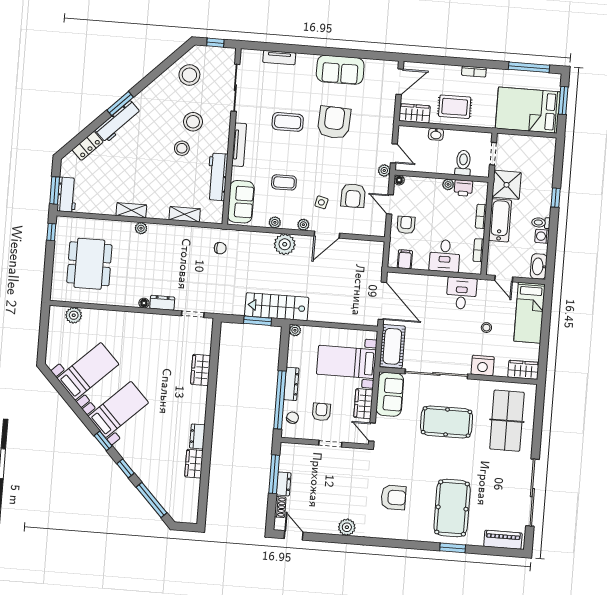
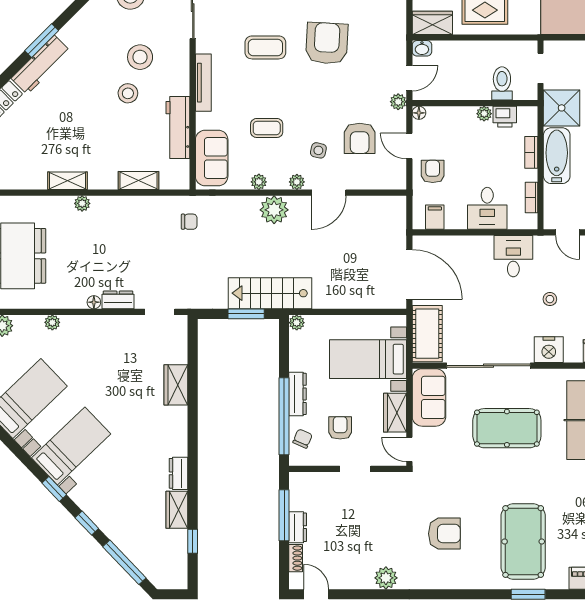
washbasin: (436, 134) -> (422, 48), moved
door: (394, 153) -> (409, 78), hinge flipped
plant: (112, 316) -> (52, 322), added
window: (204, 488) -> (193, 541), added

